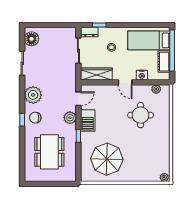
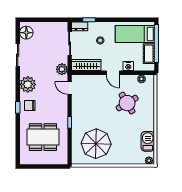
door: (78, 99) -> (70, 88), swing flipped
round table: (141, 115) -> (127, 103), turned -31
plant: (70, 118) -> (62, 69), moved
barbecue: (88, 120) -> (148, 141), moved, turned 180
dining table: (49, 152) -> (43, 137), turned 90

